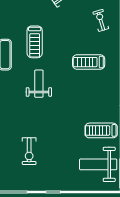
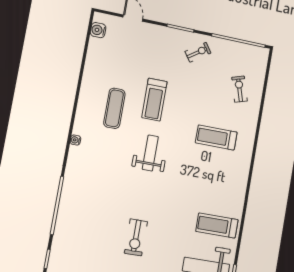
exercise bike: (29, 151) -> (136, 237), moved

